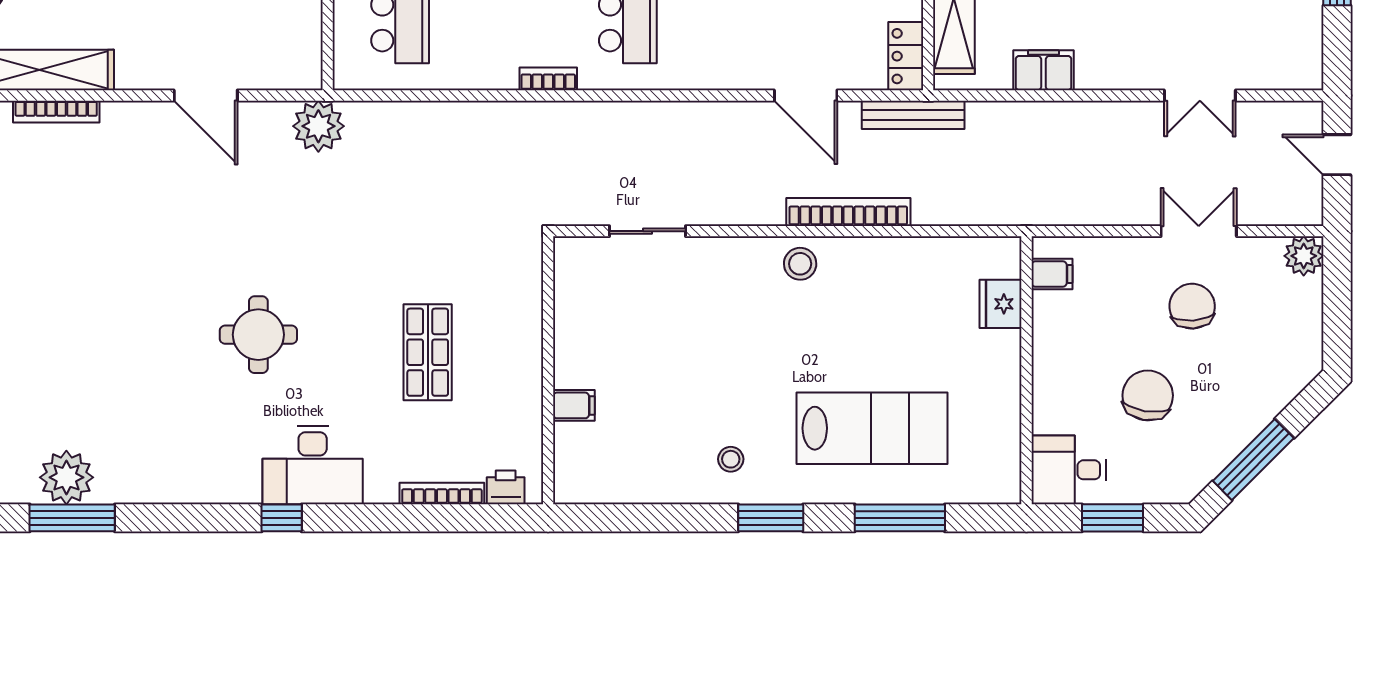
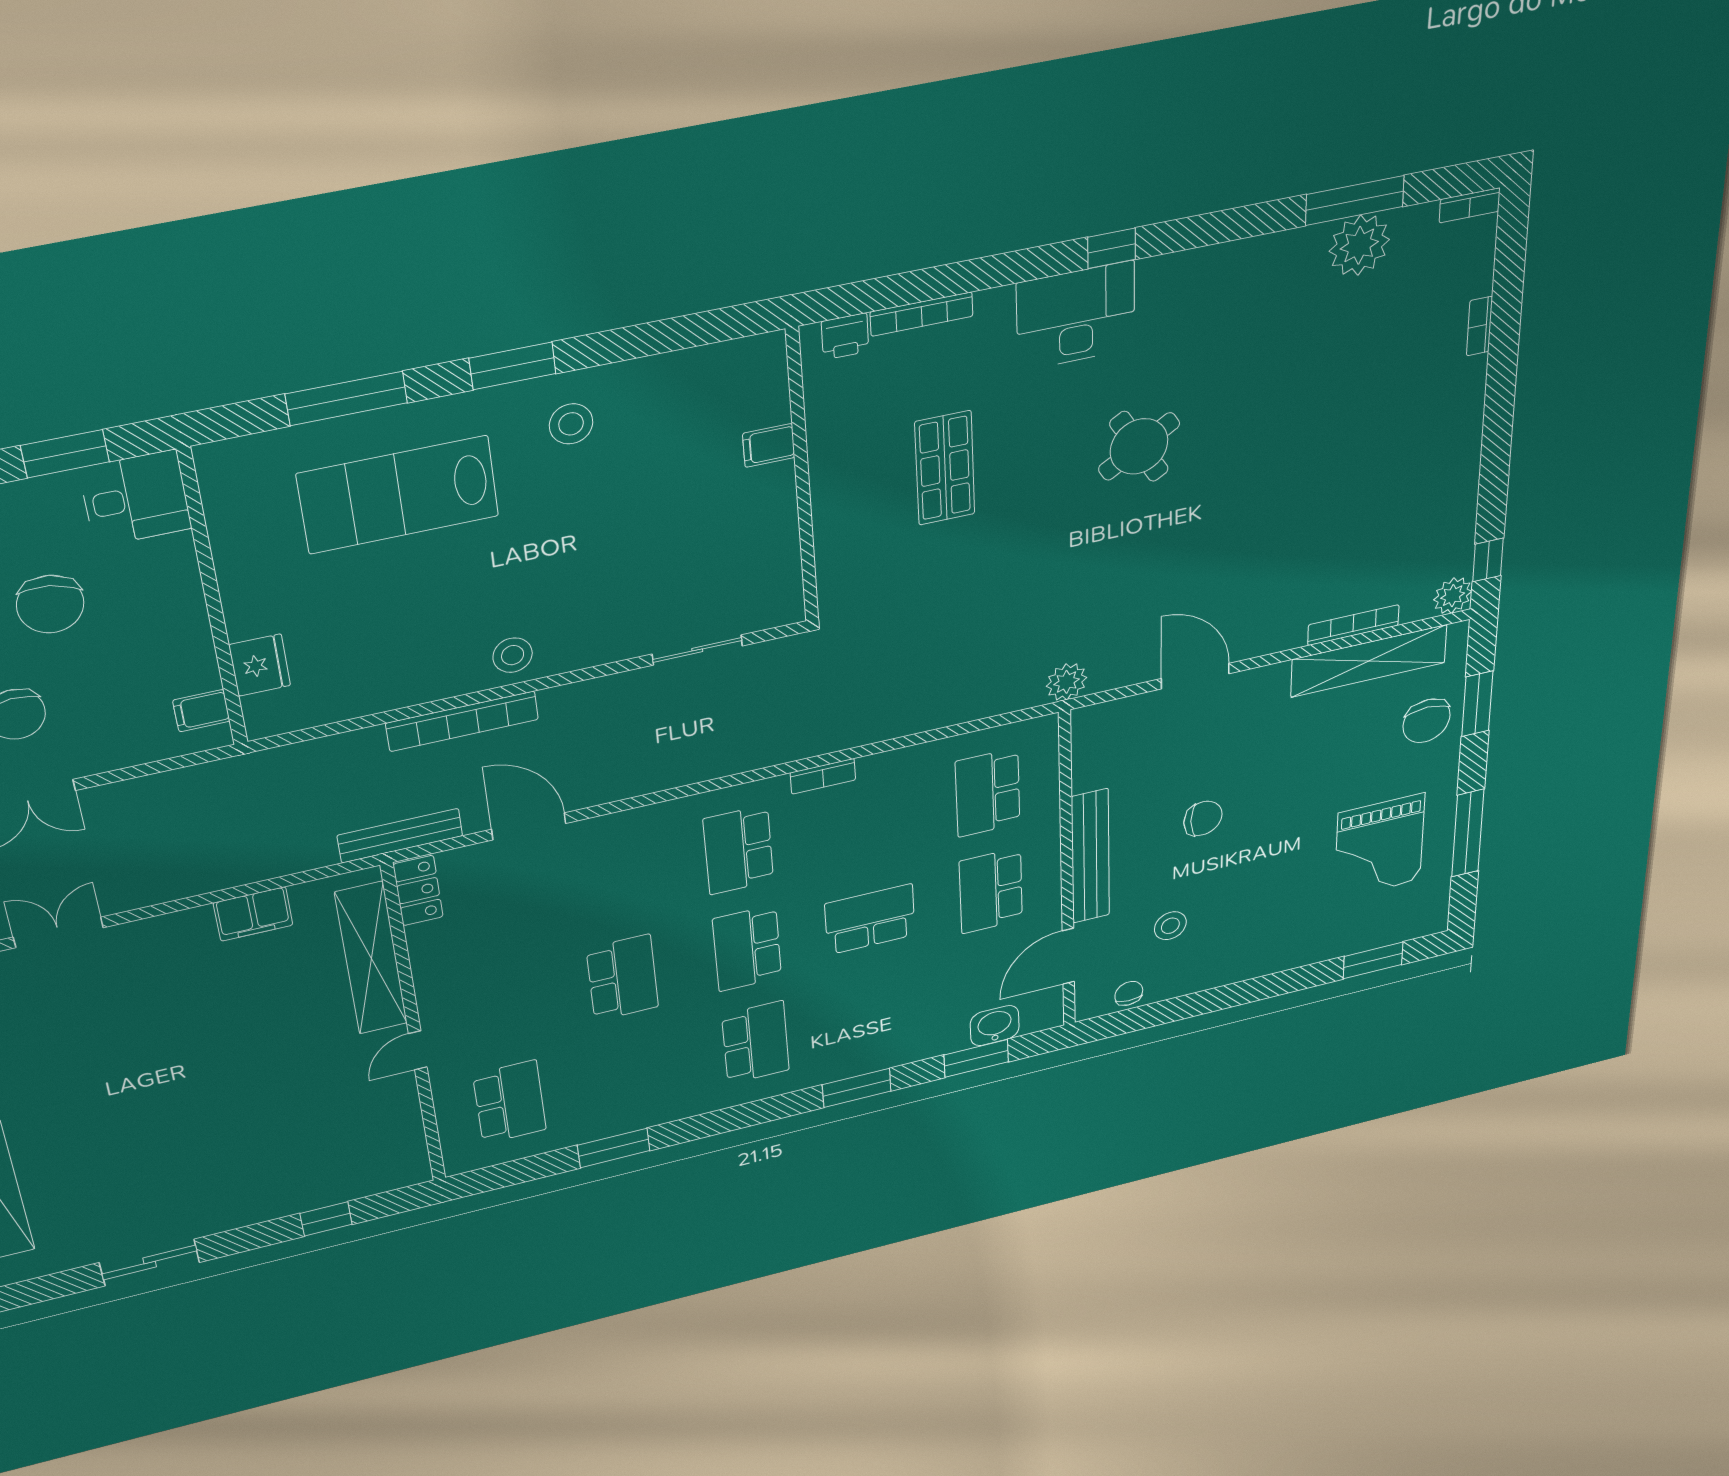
plant: (318, 126) -> (1066, 682), width x0.73, depth x0.73
round table: (258, 335) -> (1139, 446), turned -31
stool: (731, 459) -> (571, 424), width x1.37, depth x1.37

